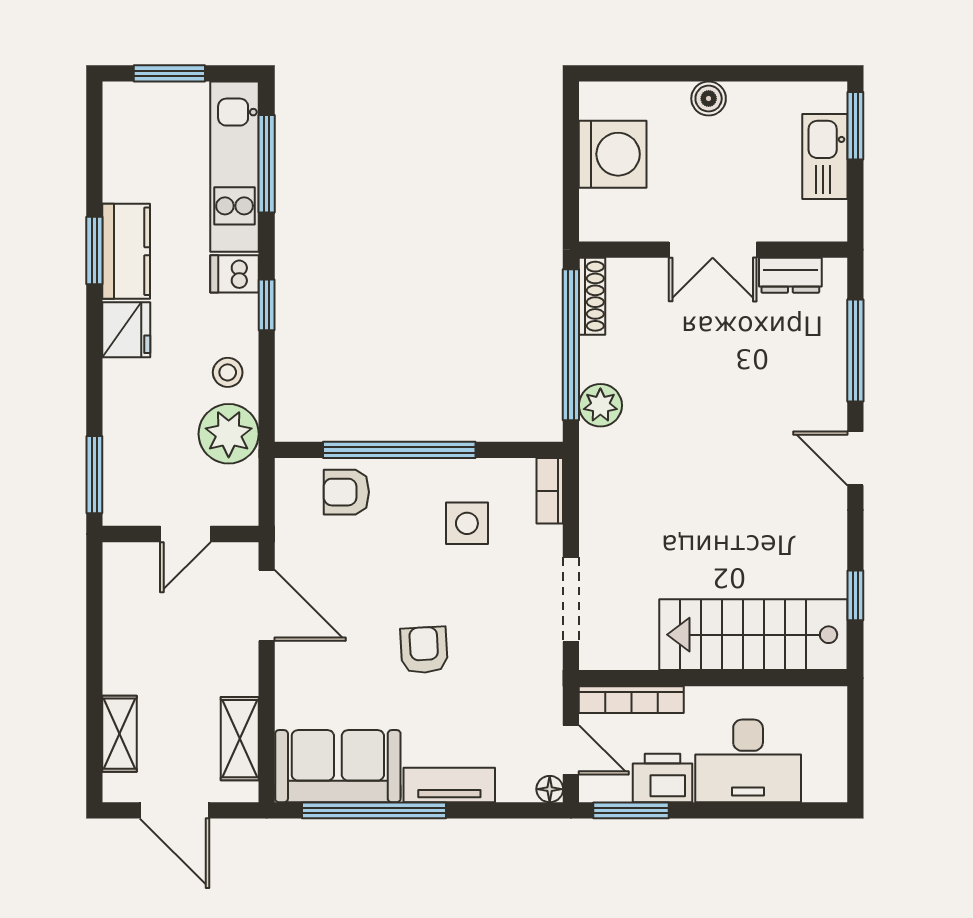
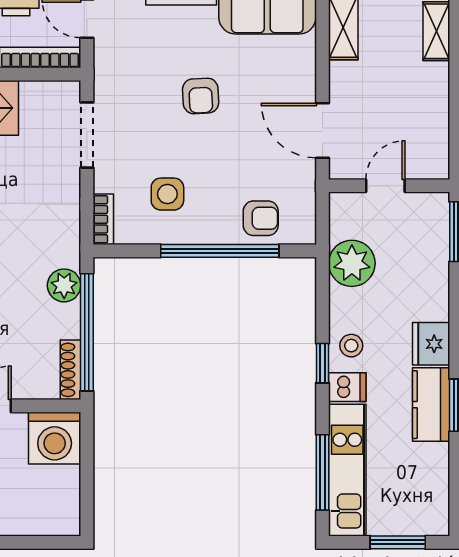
washing machine: (613, 154) -> (55, 438), moved, turned -90
stool: (228, 372) -> (351, 346), moved

